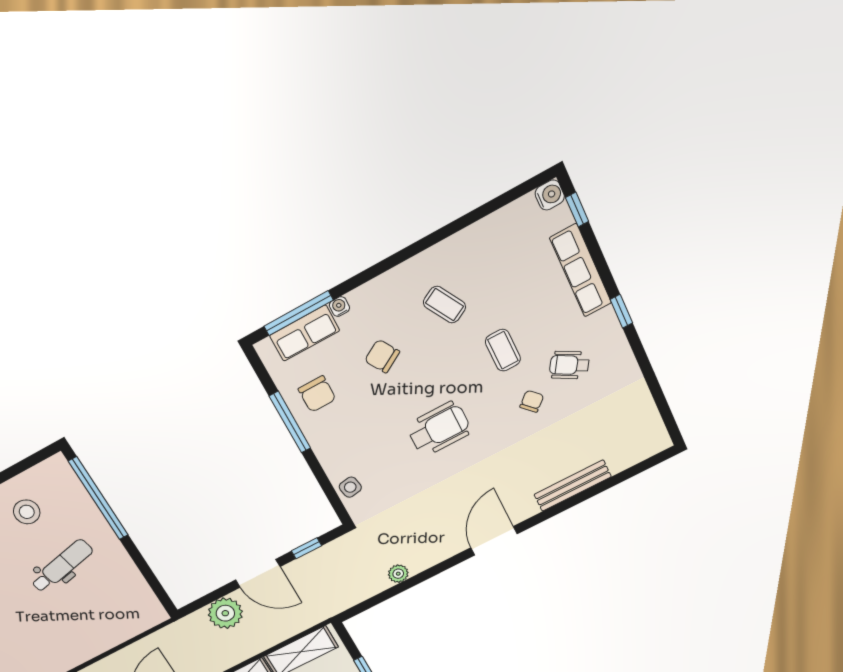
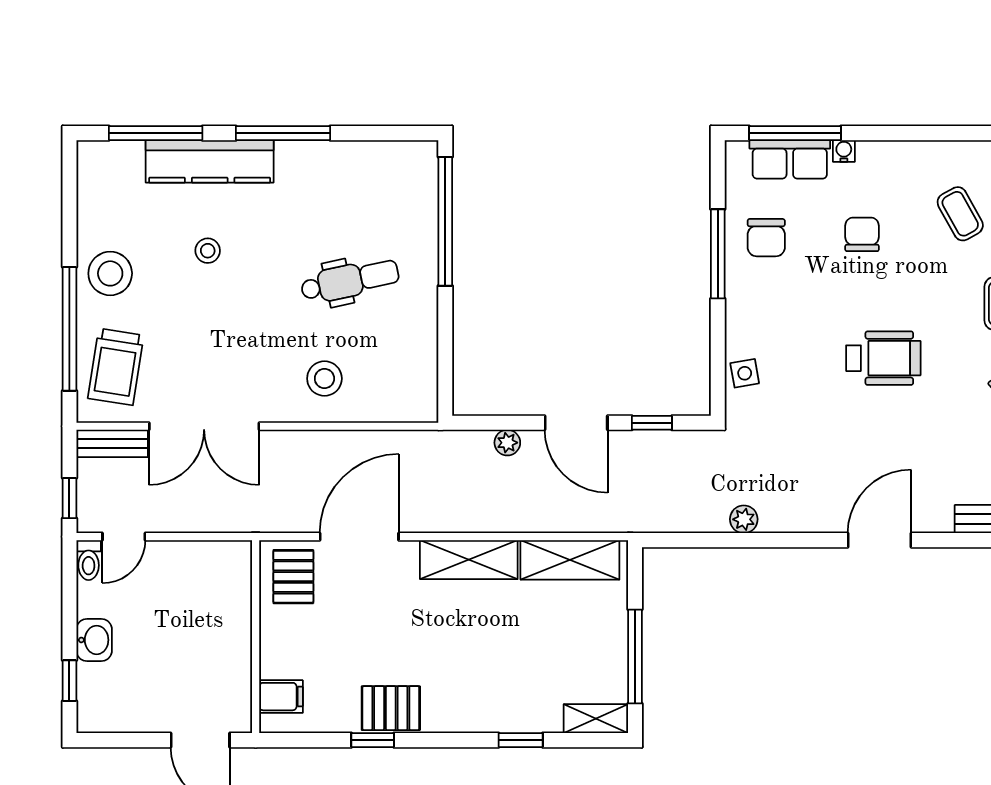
chair: (382, 356) -> (862, 234), turned 31
stool: (27, 512) -> (324, 379), moved
plant: (225, 613) -> (507, 443), width x0.53, depth x0.53

